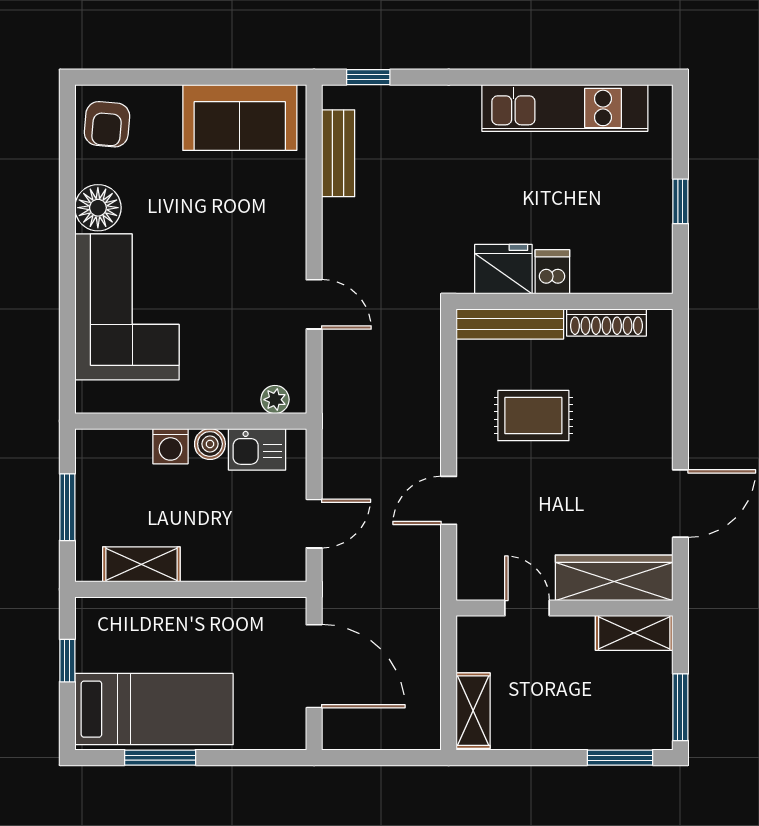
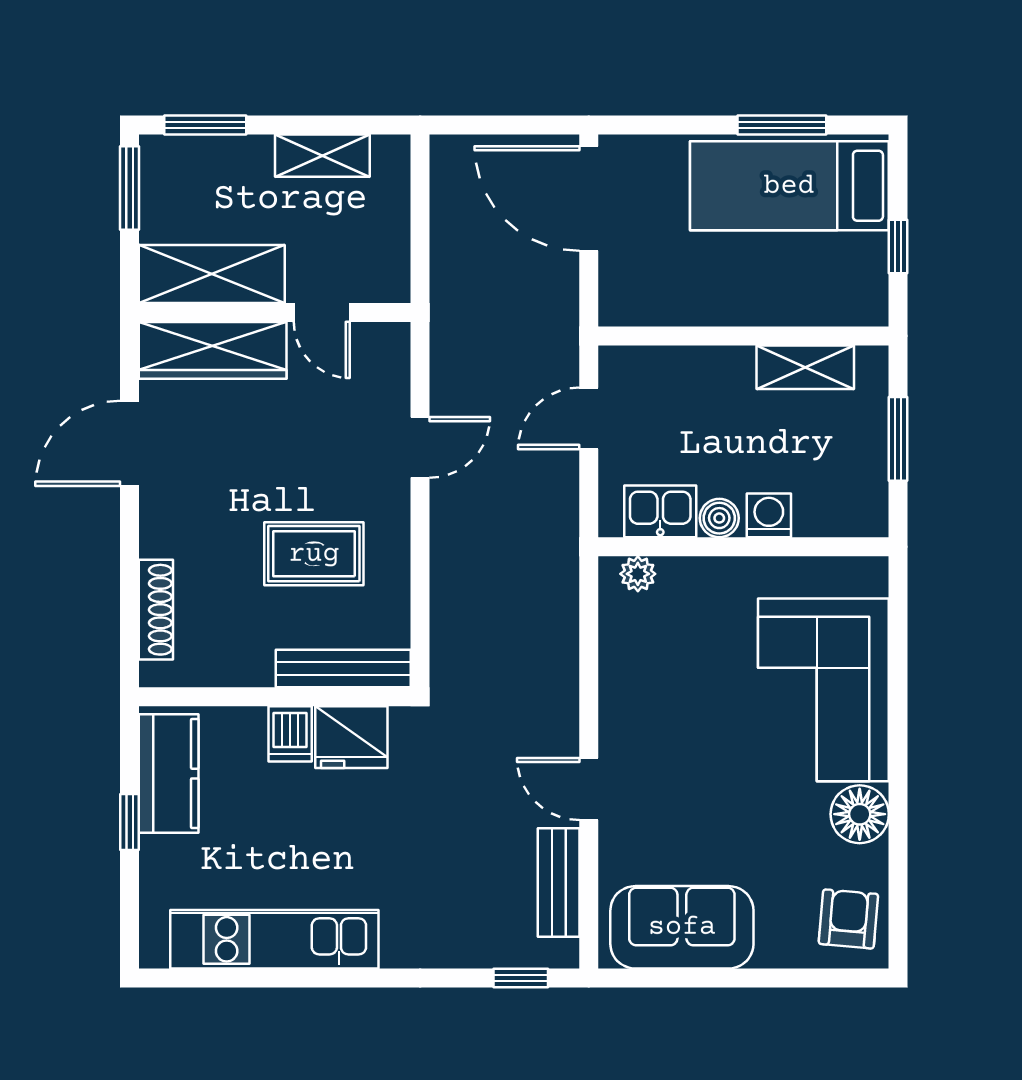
kitchen counter: (649, 240) -> (169, 774), added
door: (314, 304) -> (589, 789), moved
shoe rack: (606, 322) -> (156, 610), moved, turned 90
shelving: (634, 633) -> (212, 274), width x1.50, depth x1.33
door: (314, 666) -> (589, 198), moved
shelving: (473, 711) -> (322, 156), moved, turned 90

